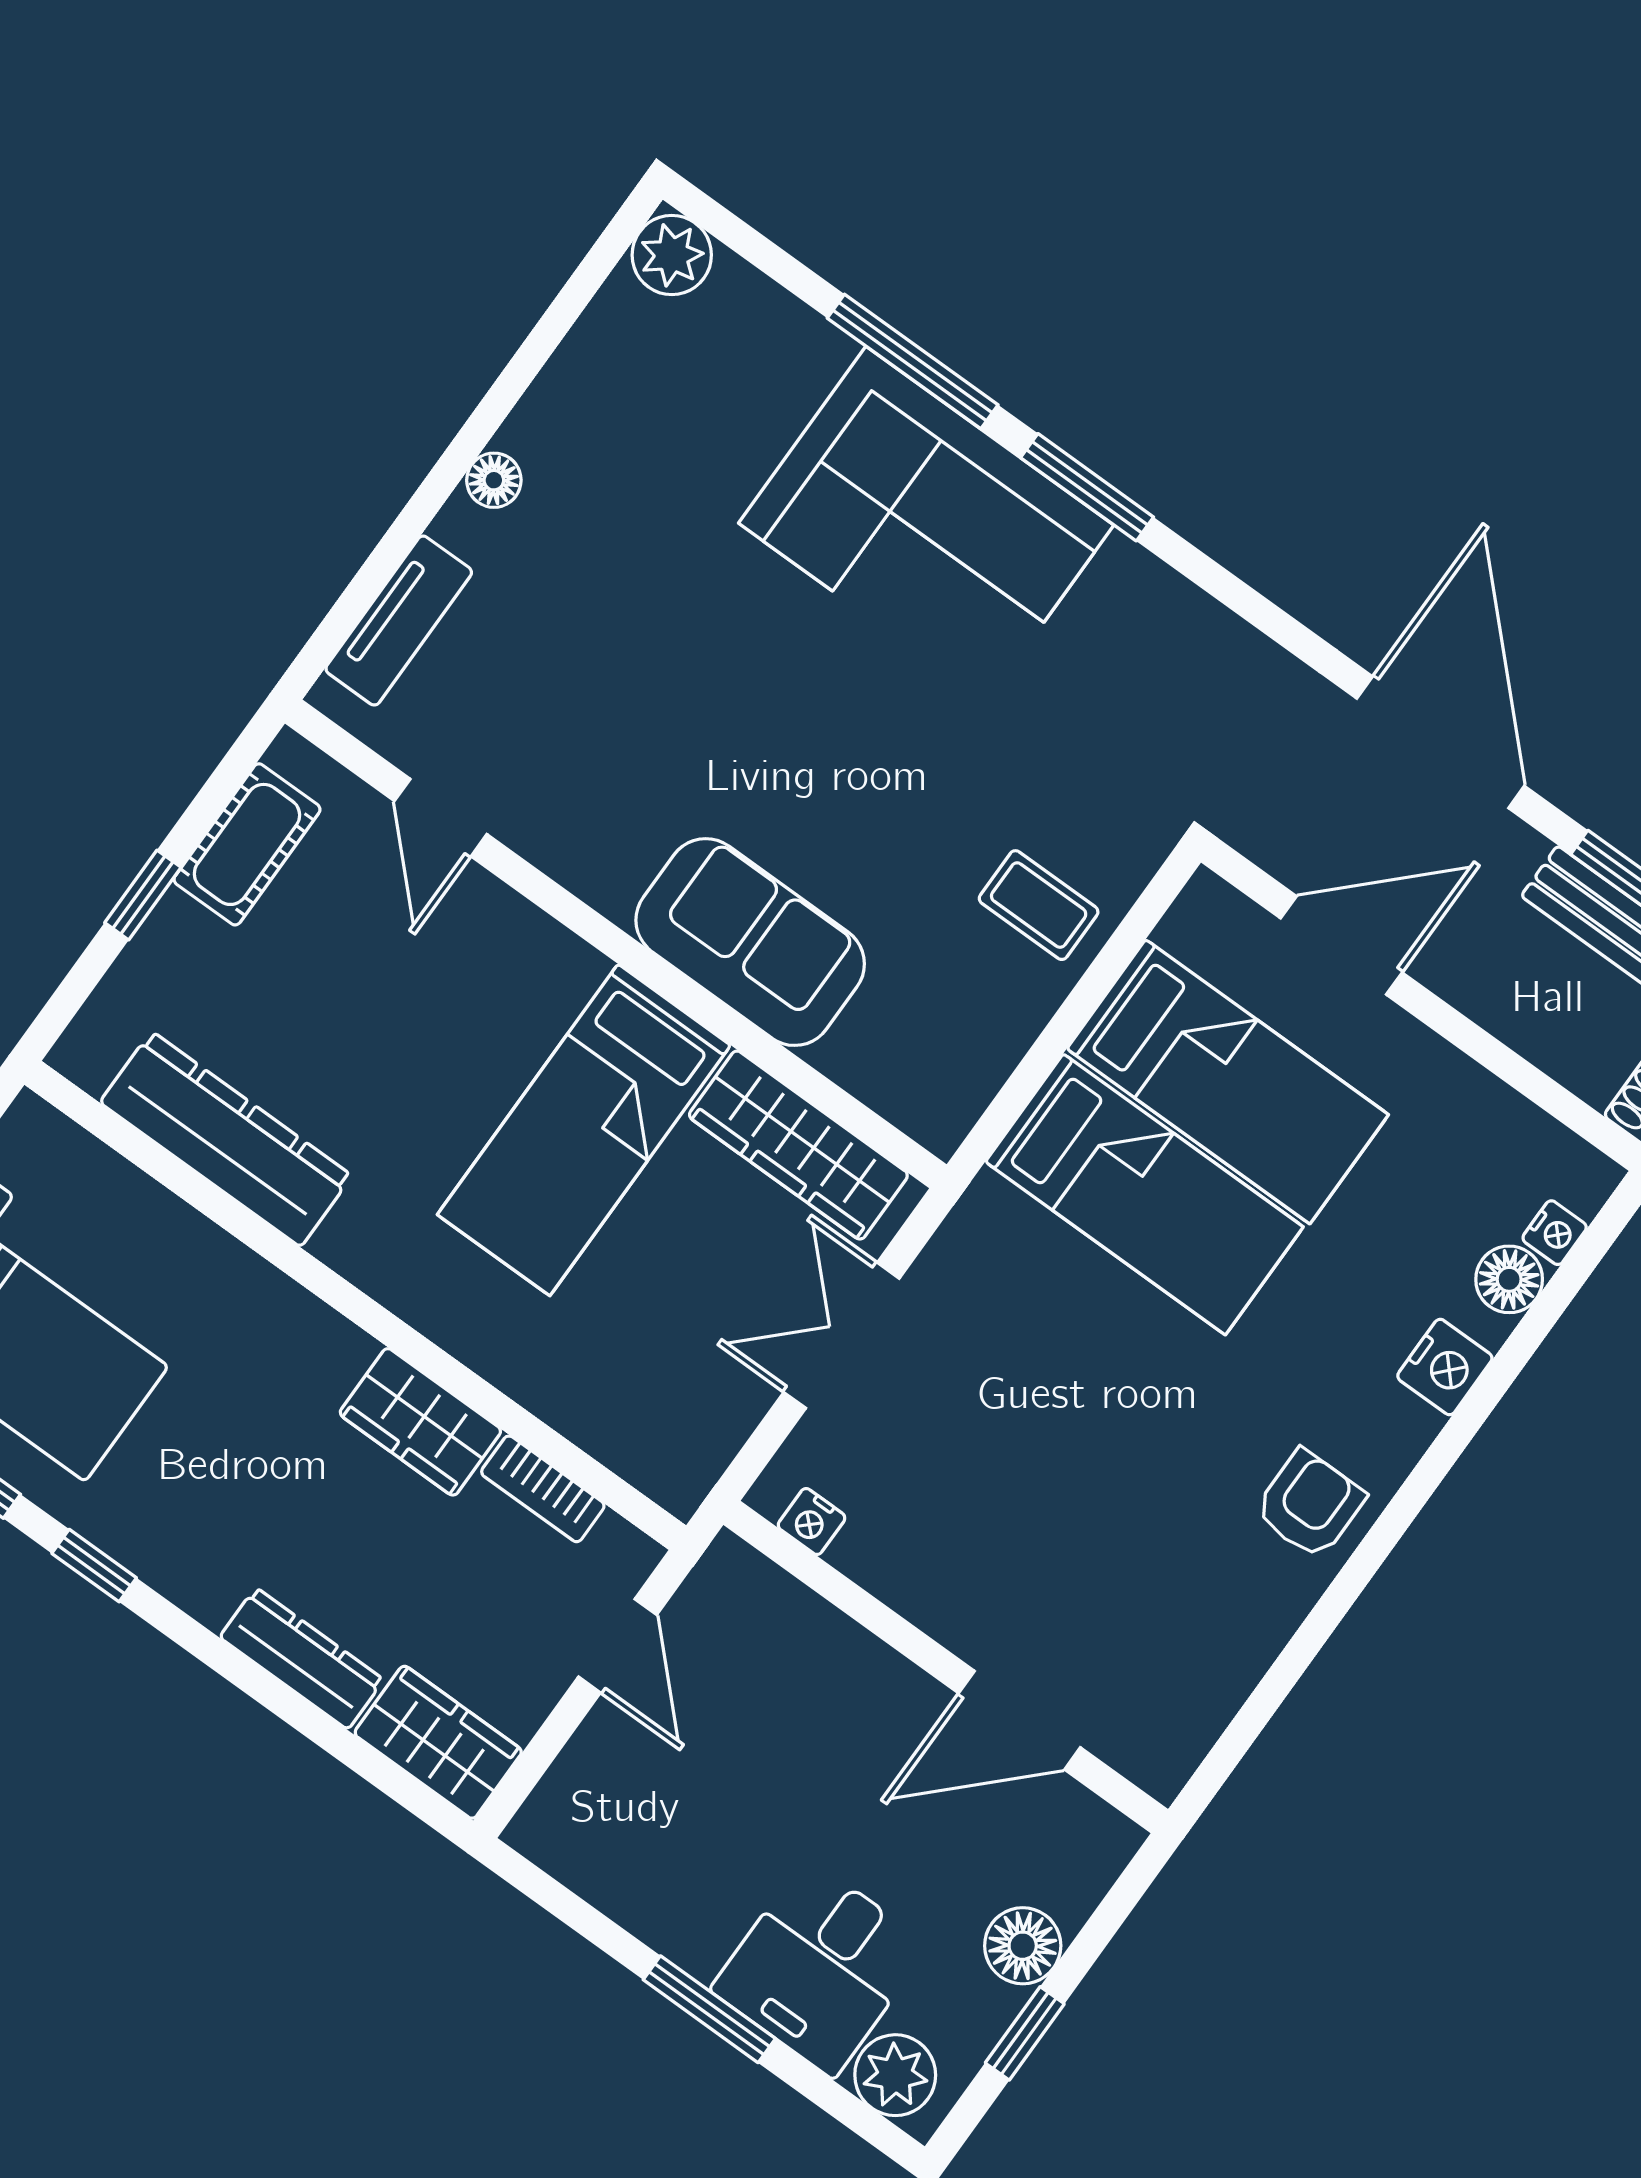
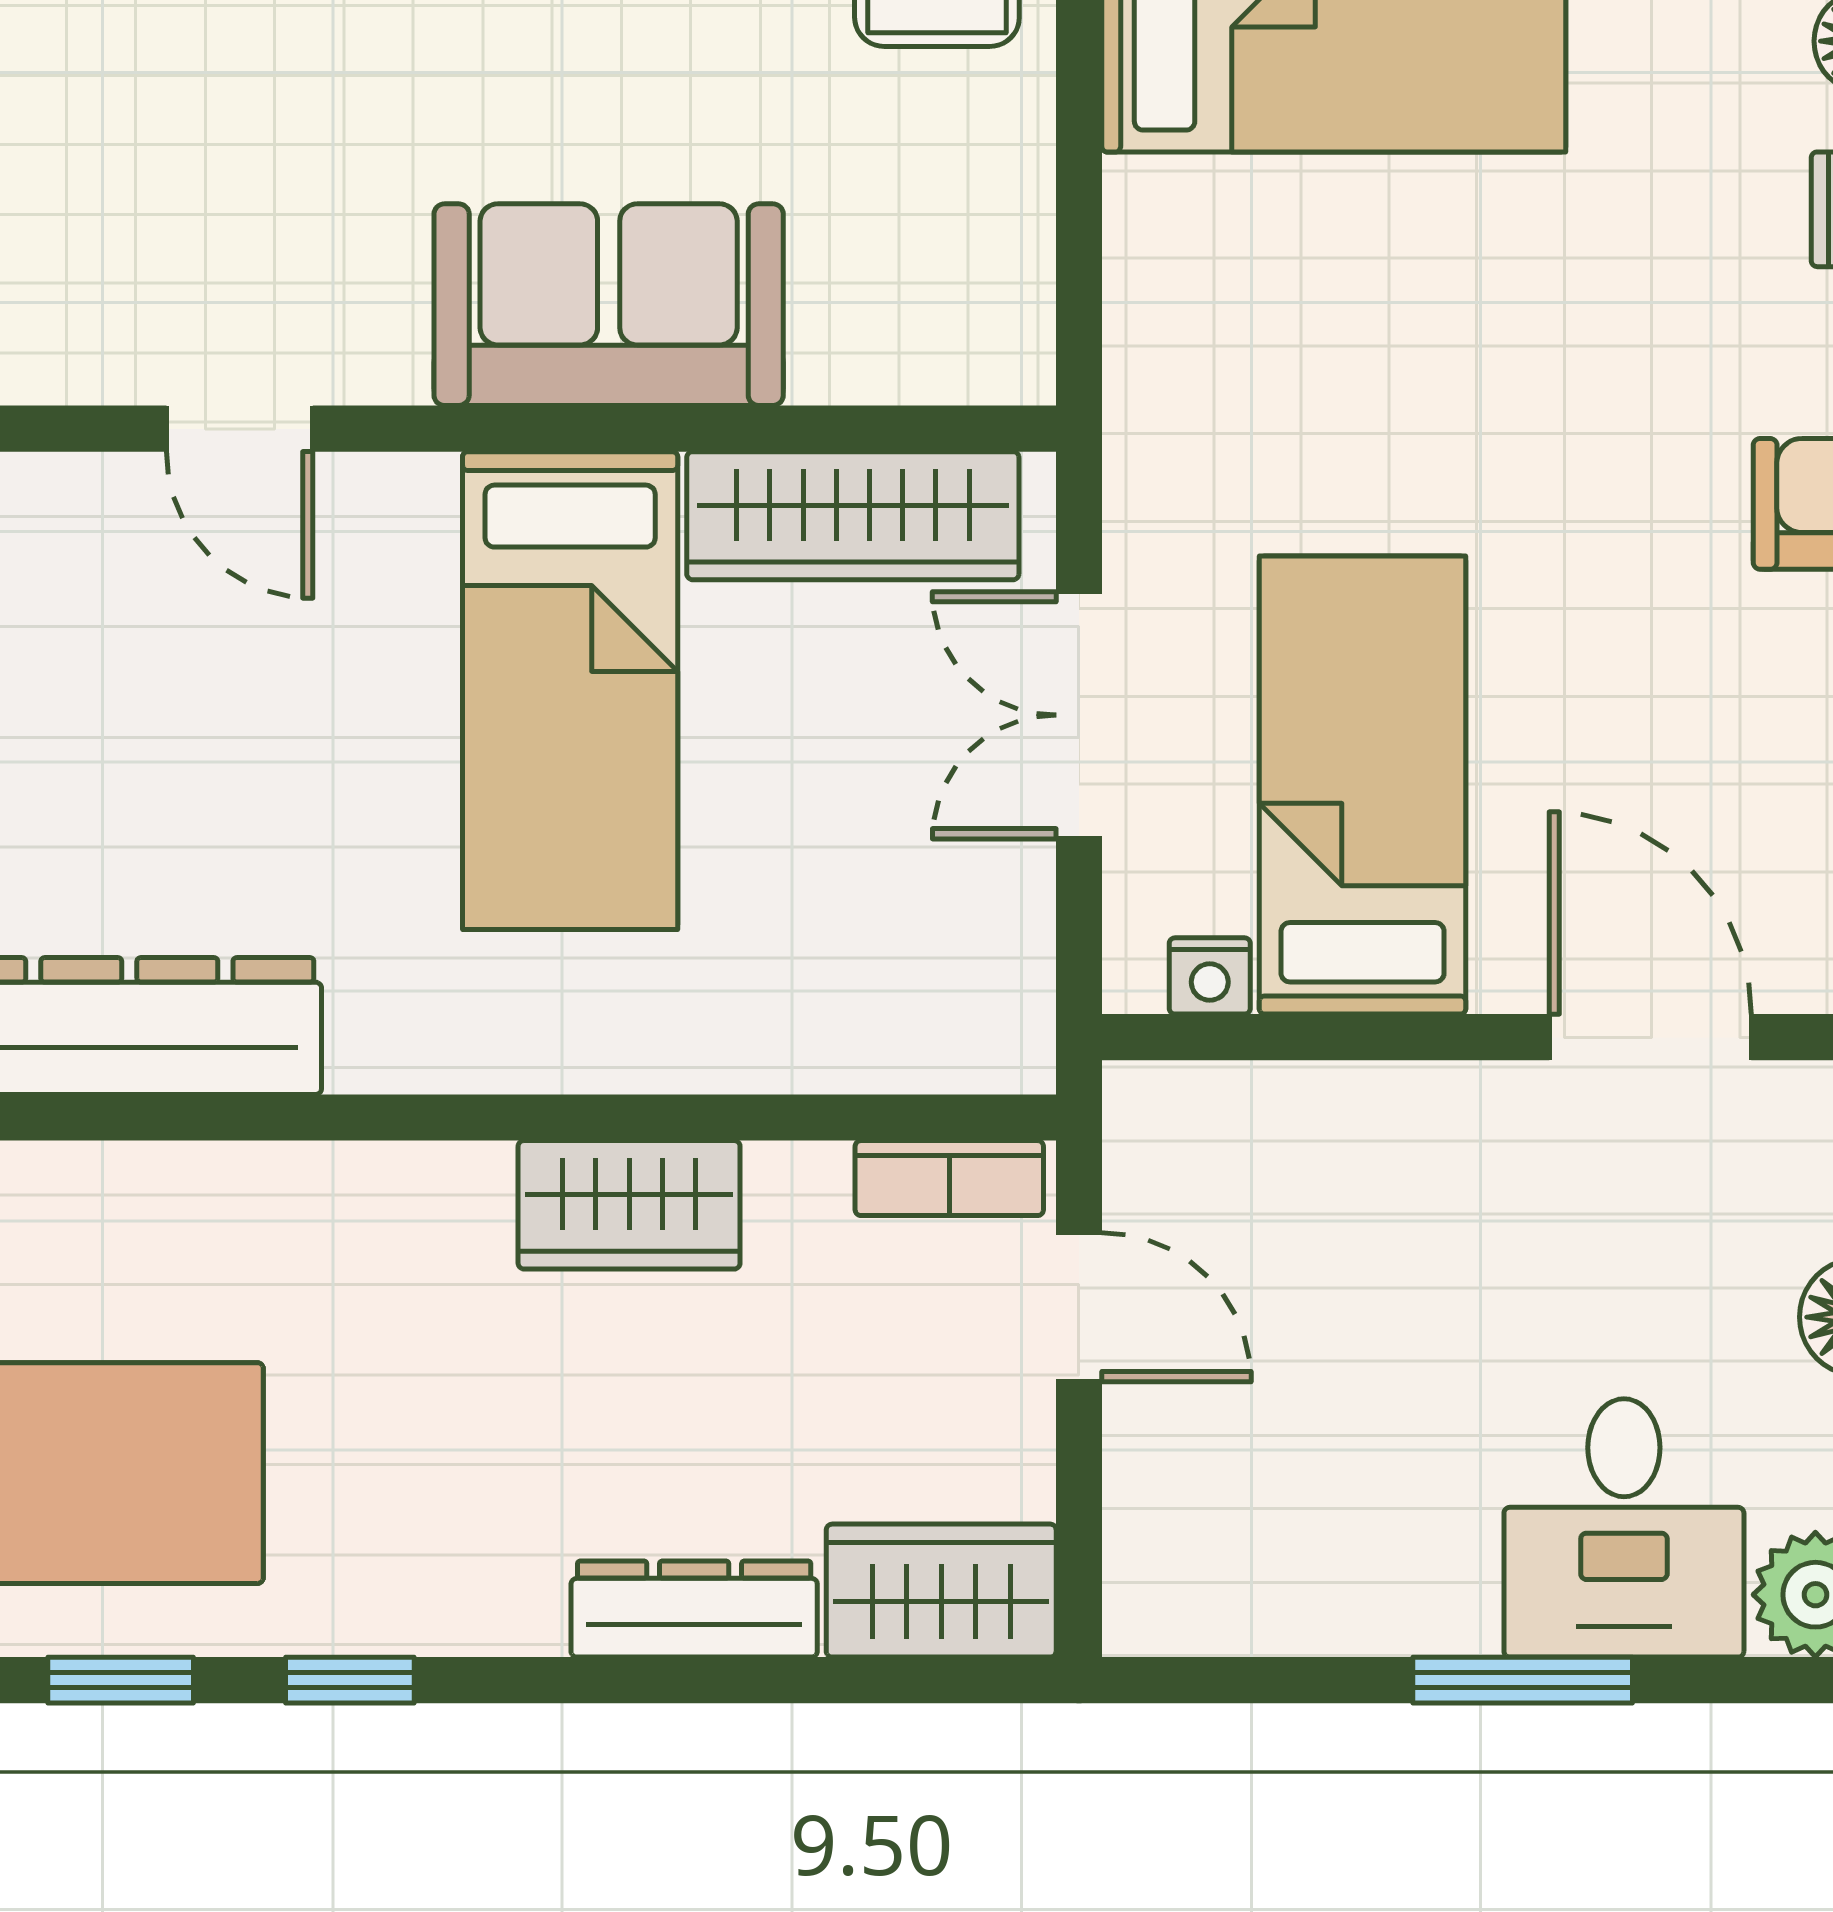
door: (441, 818) -> (240, 429), moved
bed: (1144, 1194) -> (1363, 785), moved, turned -90
bookcase: (543, 1489) -> (949, 1178), moved
door: (1019, 1720) -> (1650, 1037), swing flipped

